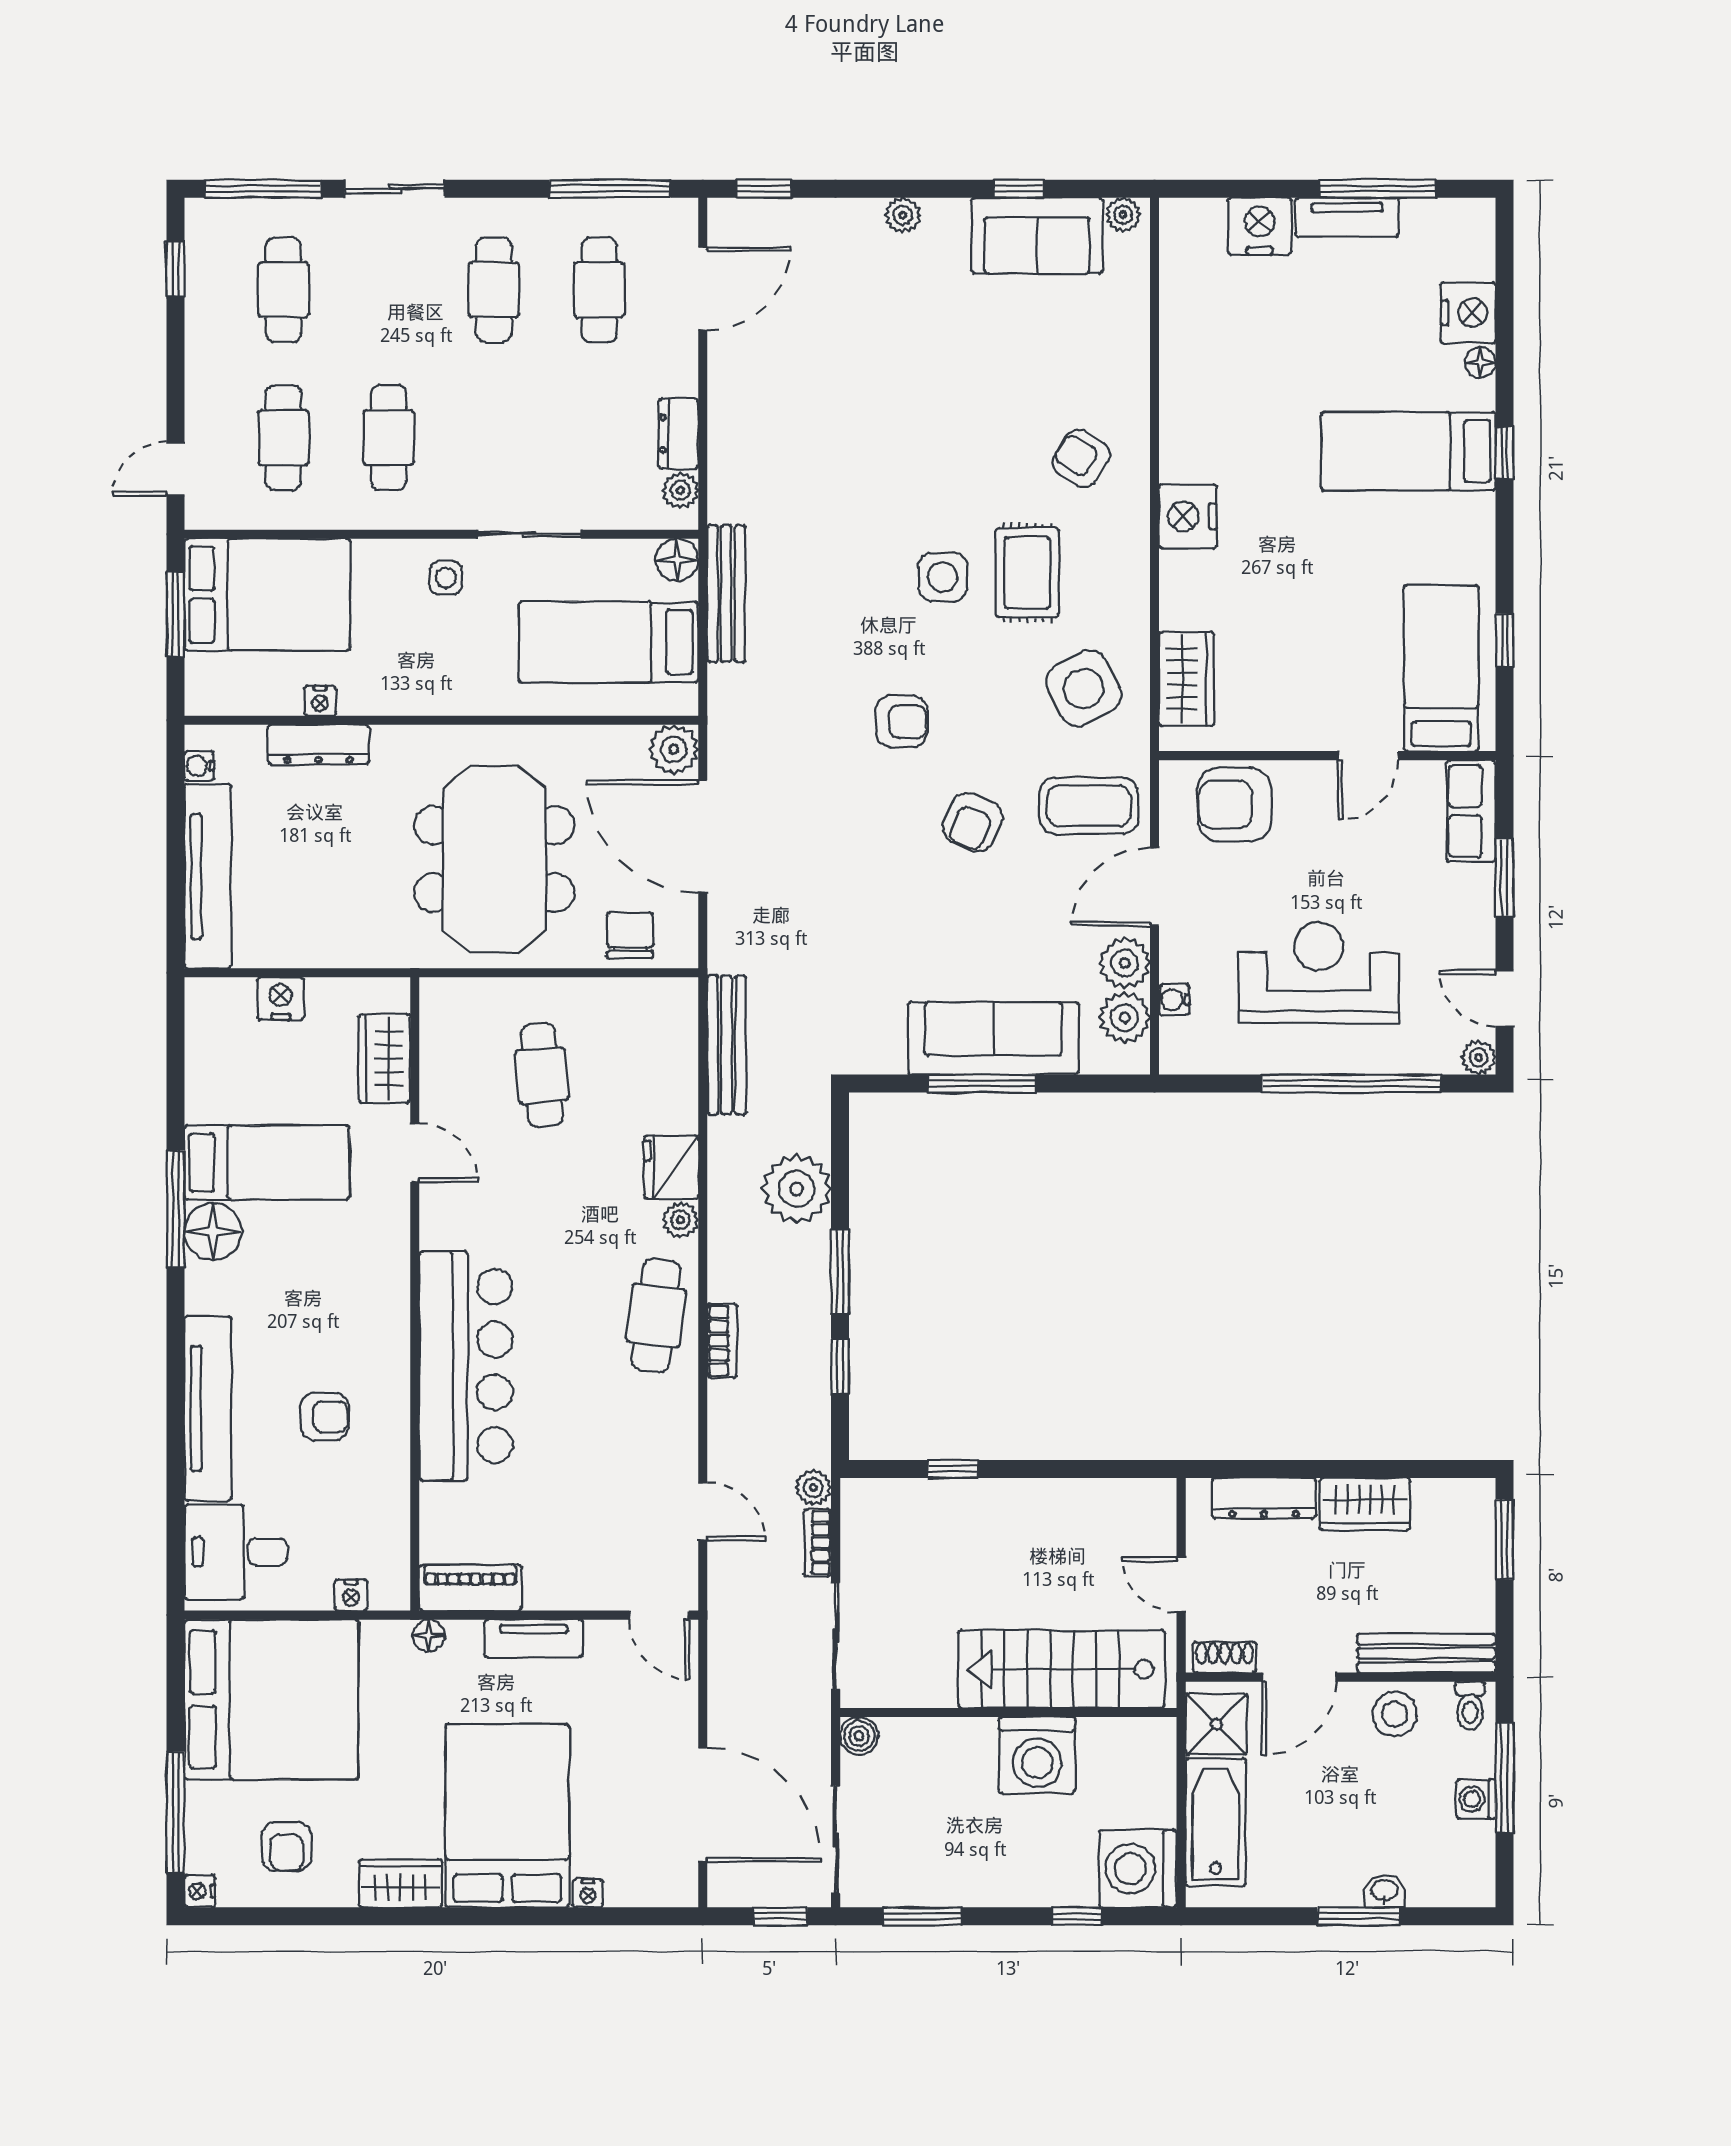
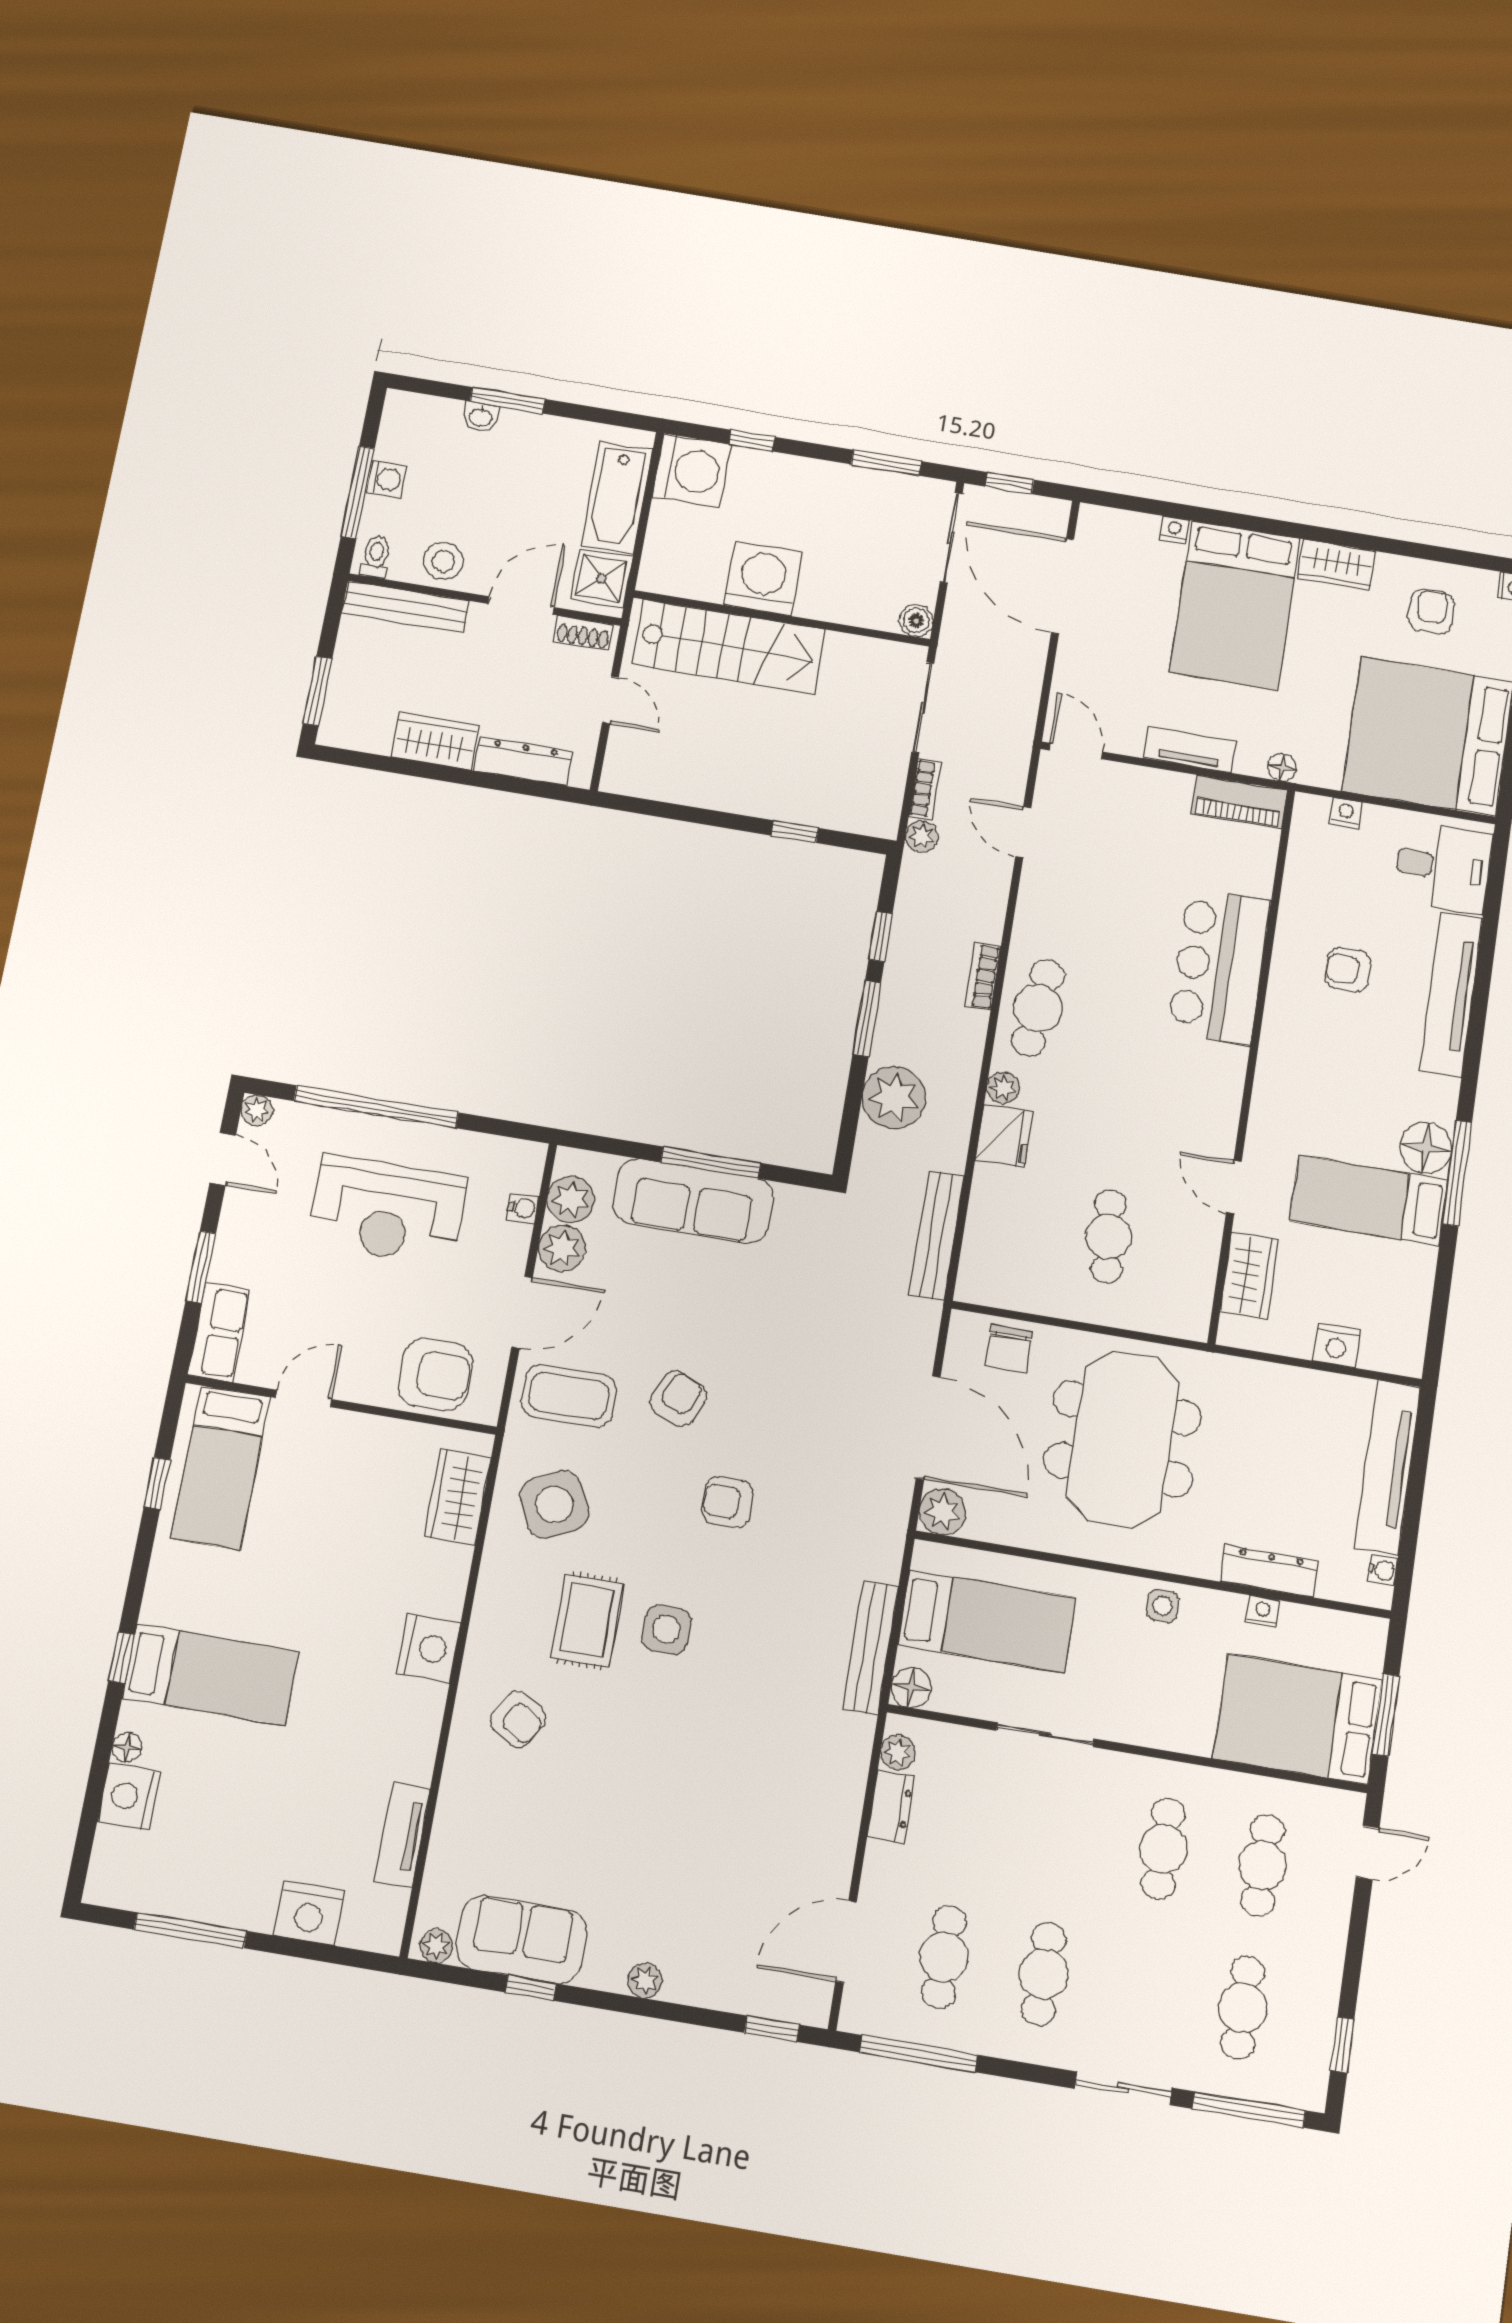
tv unit: (1347, 217) -> (402, 1835), moved, turned -90
side table: (446, 578) -> (1163, 1606), moved
bar counter: (466, 1366) -> (1219, 966), width x0.73

